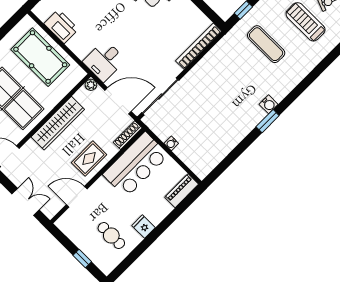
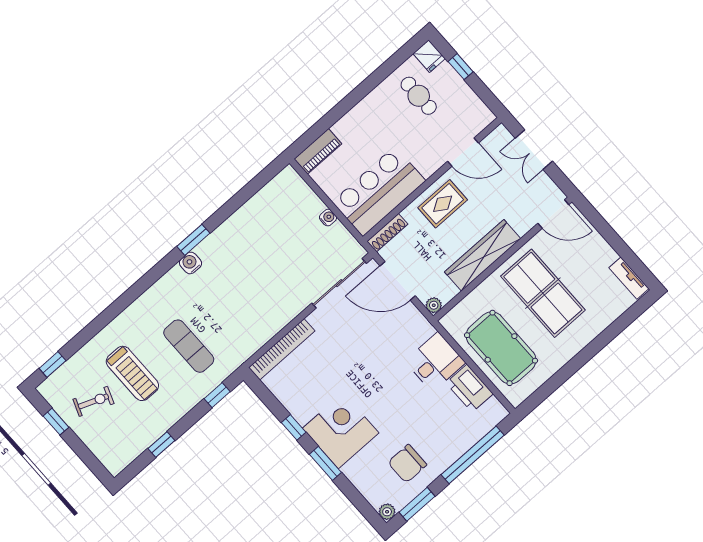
desk: (104, 61) -> (435, 362), moved
fridge: (143, 227) -> (429, 56), moved

